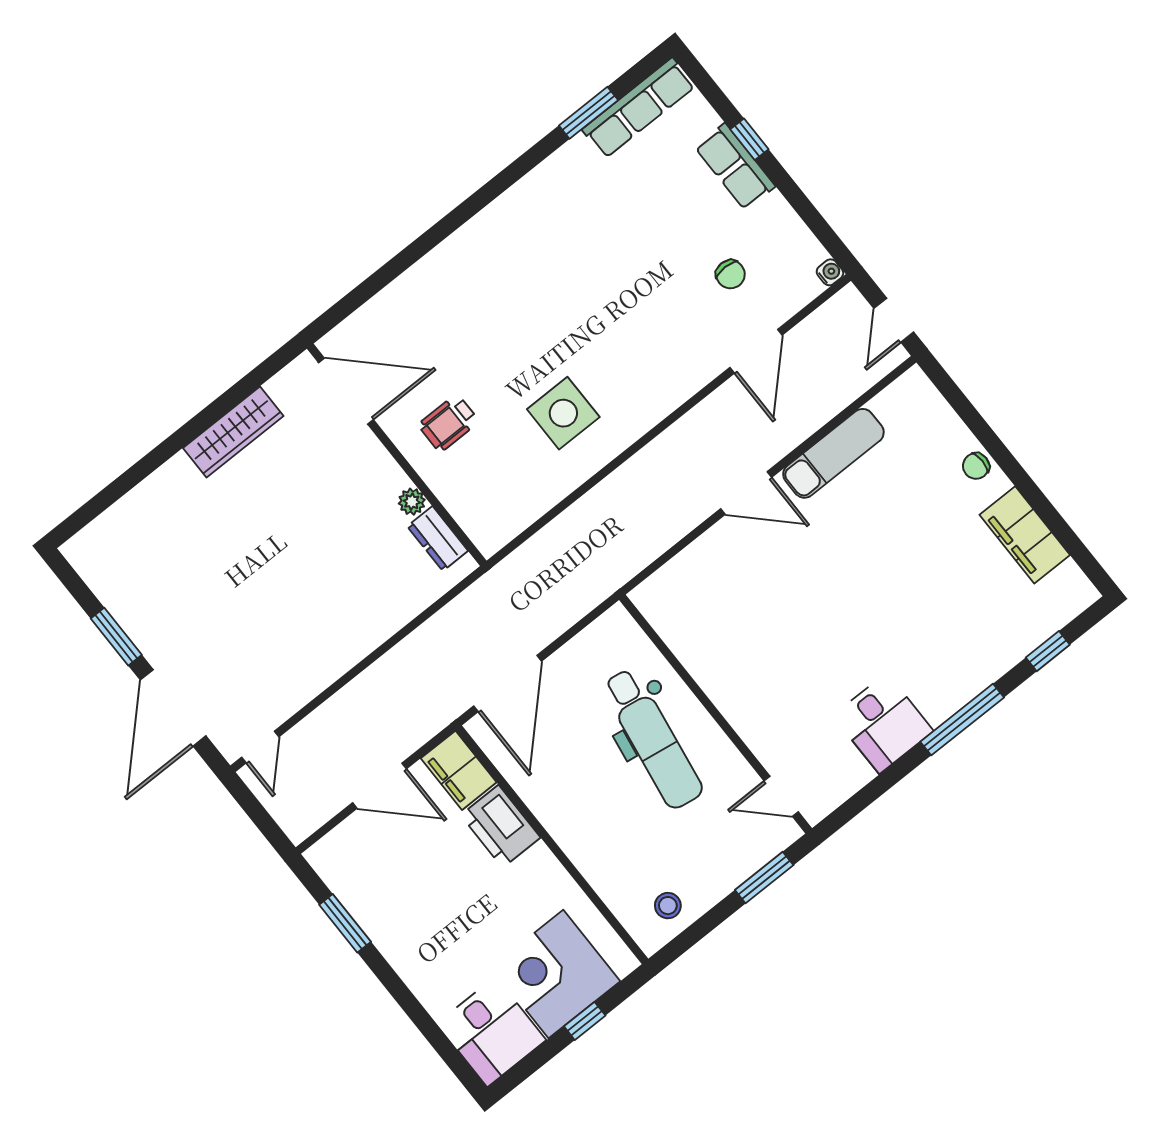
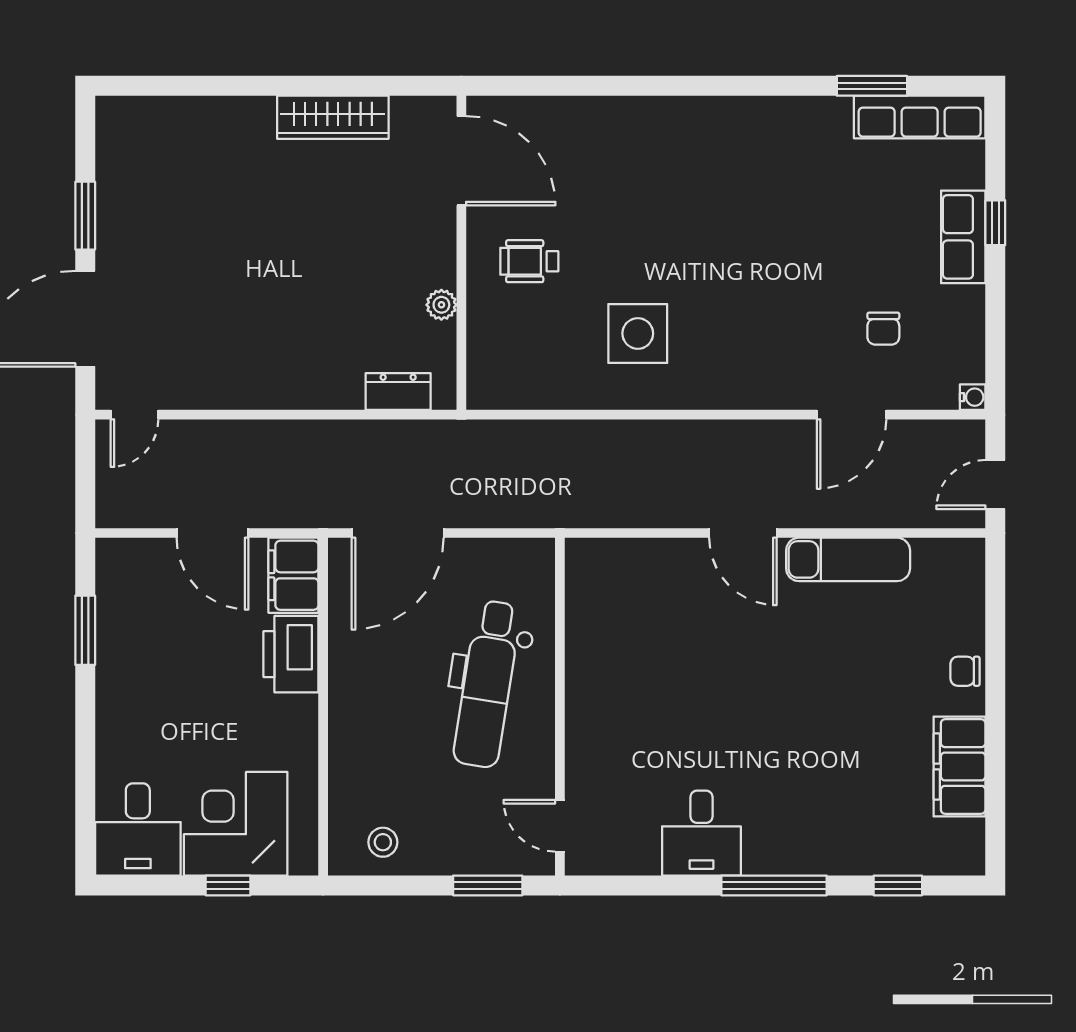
dresser: (438, 539) -> (398, 392), moved, turned 90

